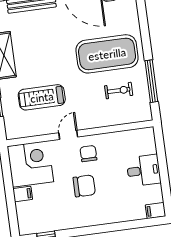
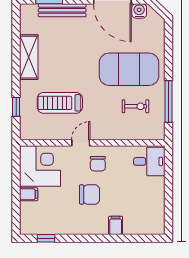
chair: (88, 154) -> (98, 164), turned 180
desk: (144, 170) -> (149, 161), moved
filing cabinet: (156, 210) -> (116, 225), moved, turned 90

